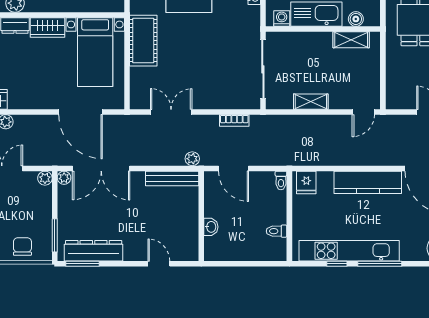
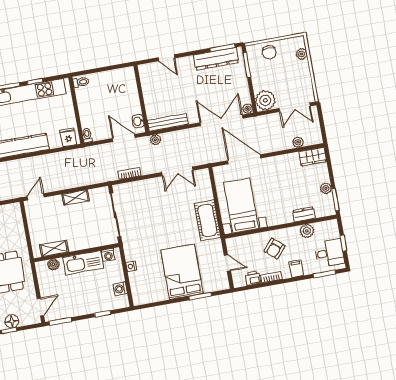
wardrobe: (48, 27) -> (280, 217), removed
plant: (45, 178) -> (265, 100), width x1.88, depth x1.88
washbasin: (211, 227) -> (138, 121), moved
toilet: (277, 231) -> (81, 82), moved

